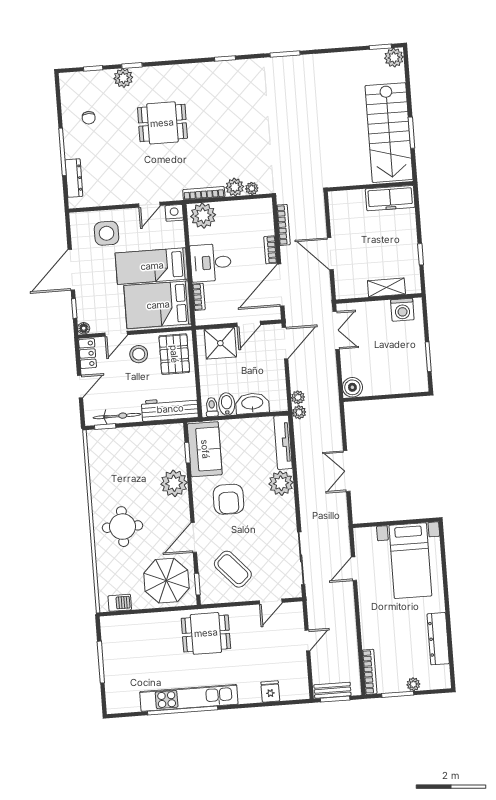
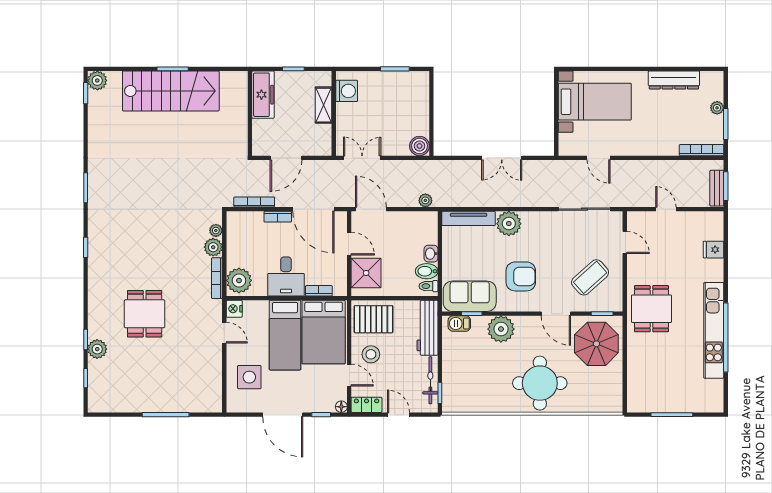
chair: (89, 118) -> (134, 386), removed
dresser: (74, 178) -> (192, 405), removed
wall: (370, 186) -> (250, 113), moved
freezer: (390, 198) -> (263, 95), moved
washbasin: (252, 403) -> (431, 254), width x0.52, depth x0.69
plant: (299, 412) -> (440, 200), removed
round table: (122, 527) -> (540, 383), width x1.36, depth x1.36
barbecue: (120, 603) -> (459, 323), moved, turned -90

